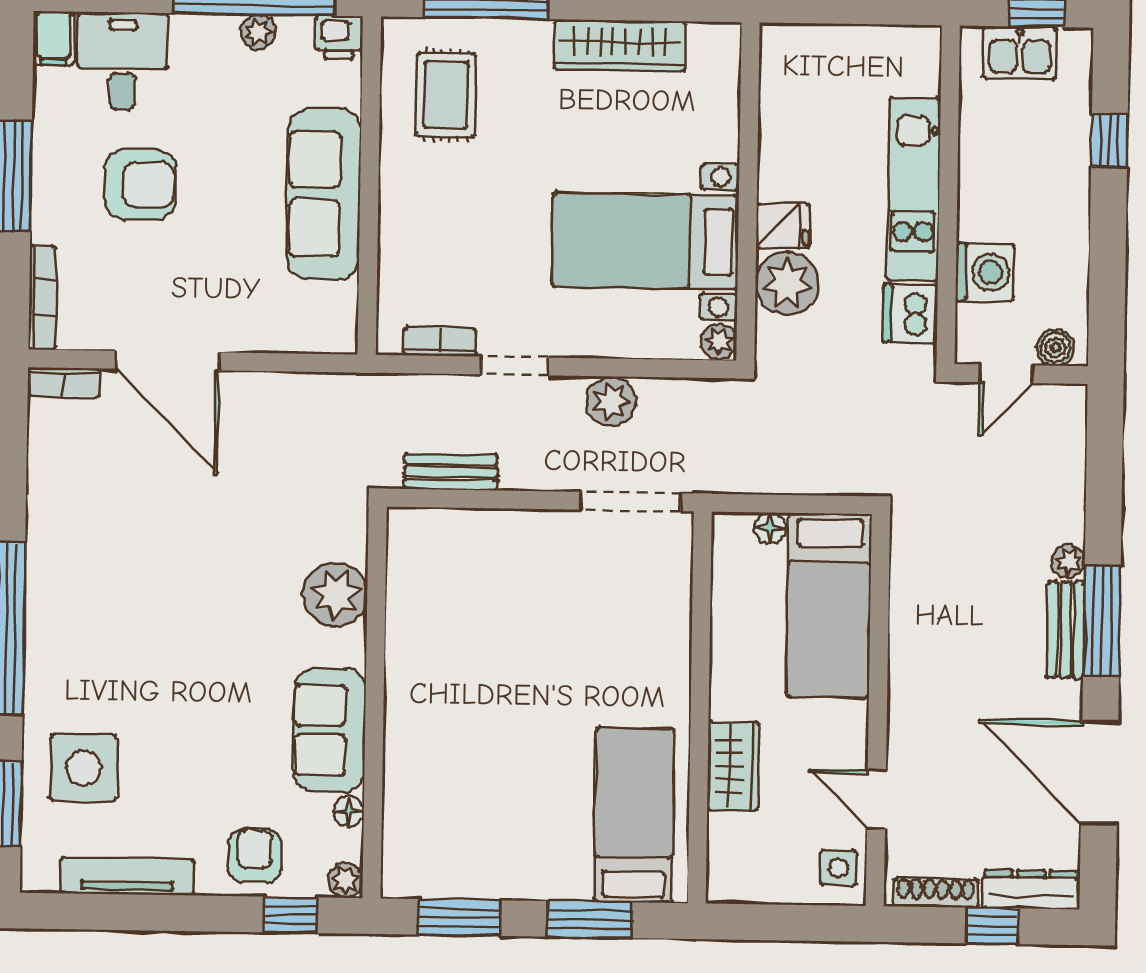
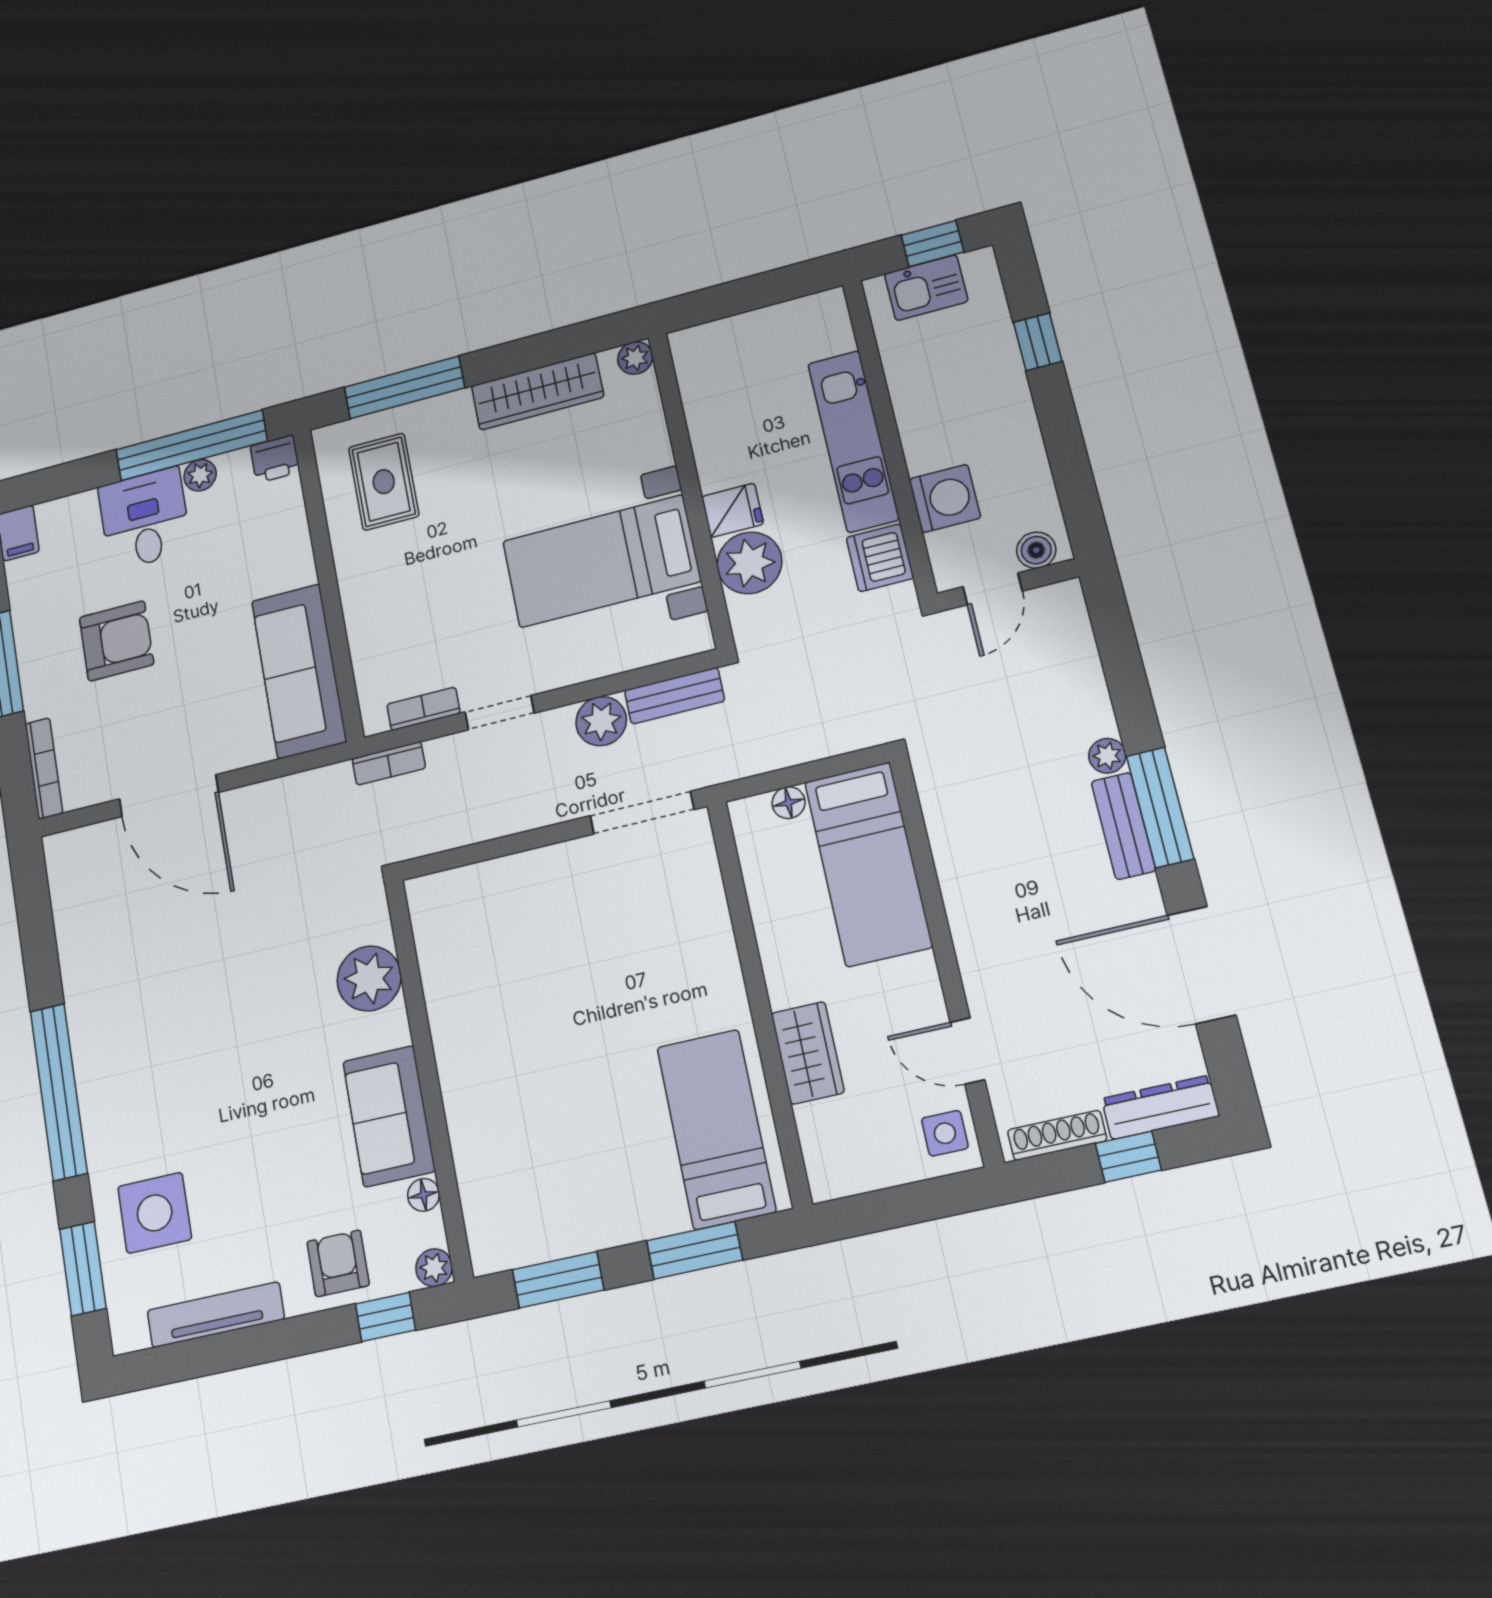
desk: (122, 61) -> (145, 519), moved
sofa: (324, 194) -> (299, 671), moved
plant: (719, 342) -> (635, 358), moved
bookcase: (63, 382) -> (389, 763), moved
bench: (451, 472) -> (674, 696), moved

